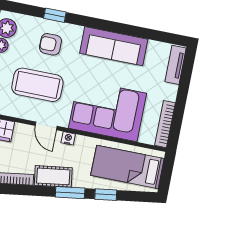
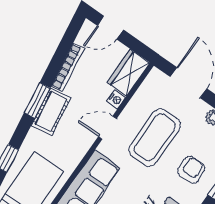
nightstand: (68, 138) -> (116, 100), moved
window: (70, 193) -> (37, 100), moved

